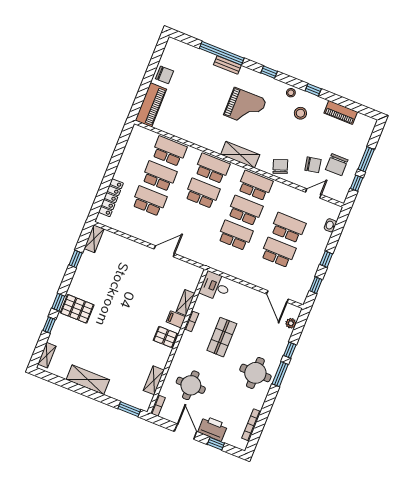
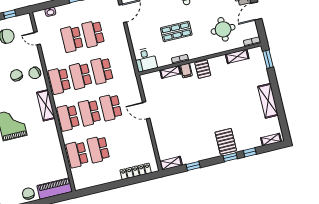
chair: (313, 165) -> (16, 75), moved
school desk: (149, 201) -> (111, 107), moved

